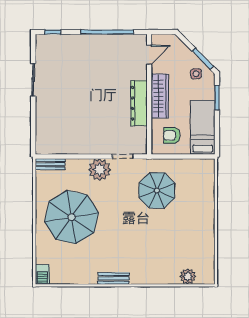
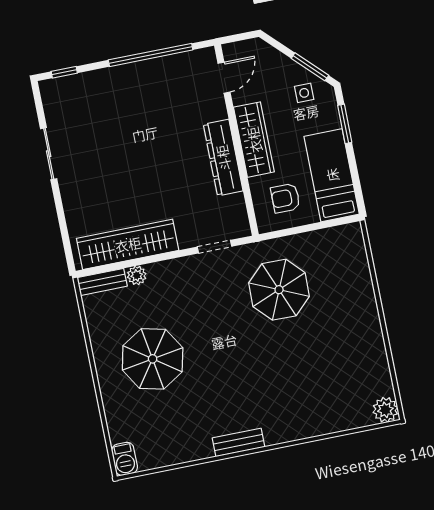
wardrobe: (70, 144) -> (128, 244), added
plant: (100, 170) -> (137, 275), moved, width x0.53, depth x0.53
parasol: (71, 217) -> (153, 359), width x0.73, depth x0.73
plant: (188, 276) -> (385, 410), moved

